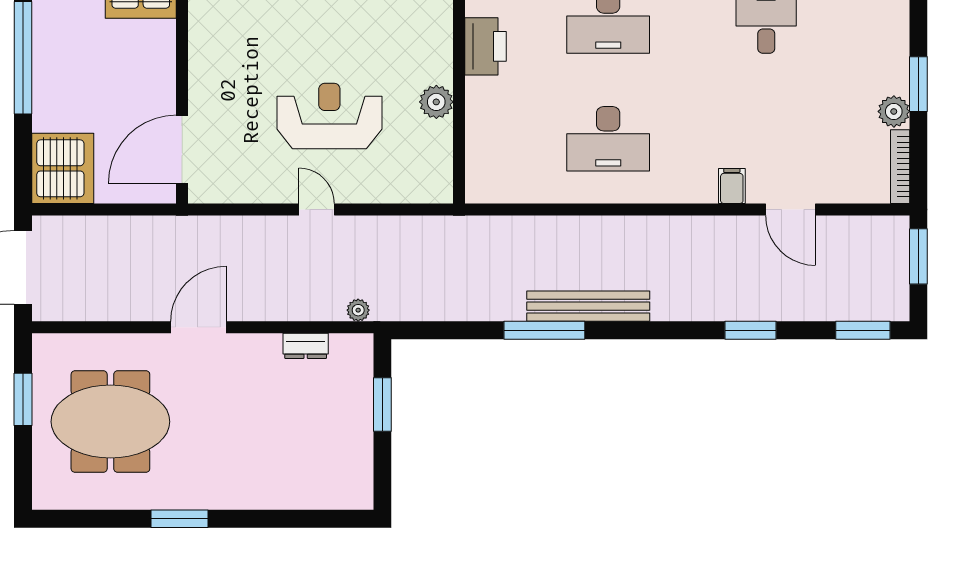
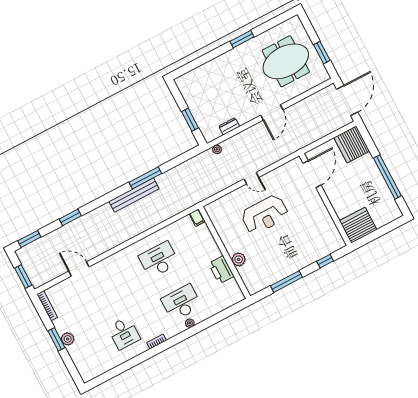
plant: (436, 102) -> (239, 259), moved
plant: (894, 111) -> (68, 339), moved
filing cabinet: (732, 186) -> (197, 218), moved

